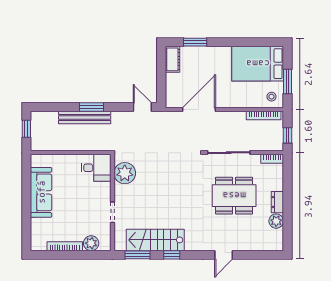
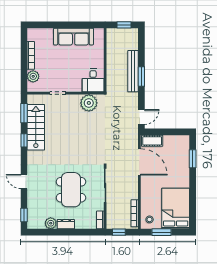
cot: (172, 59) -> (152, 141), moved
window: (266, 255) -> (24, 215), added

